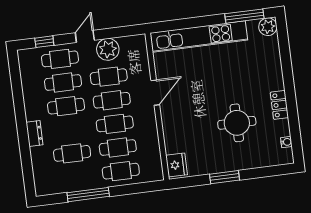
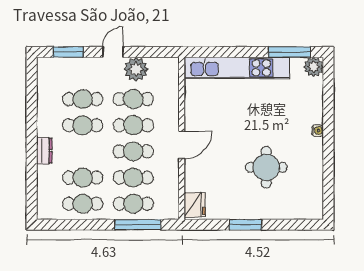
window: (44, 42) -> (68, 52), width x1.50
cafe table: (60, 59) -> (83, 204), moved
door: (155, 93) -> (182, 145), moved
locker: (279, 105) -> (315, 154), removed
water cooler: (286, 142) -> (318, 131), moved
window: (88, 195) -> (138, 225), moved

